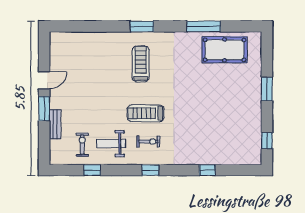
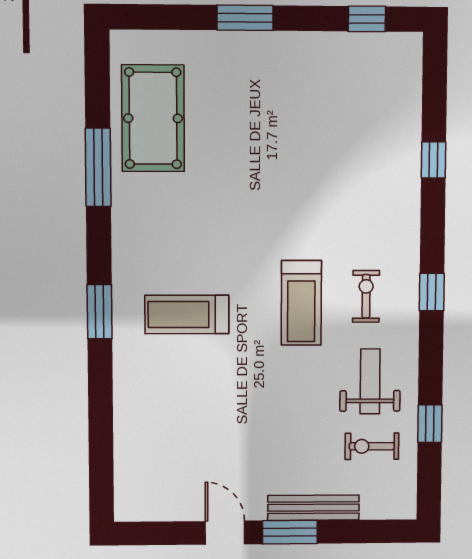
bench: (55, 124) -> (313, 508), width x1.36
weight bench: (111, 144) -> (370, 381), turned 180

